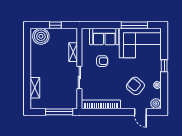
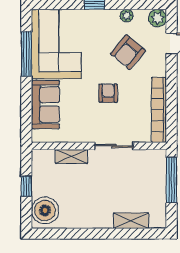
armchair: (102, 61) -> (108, 93), moved

